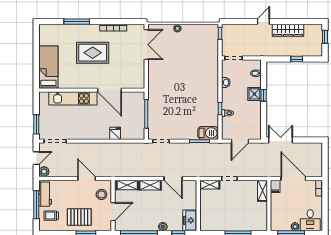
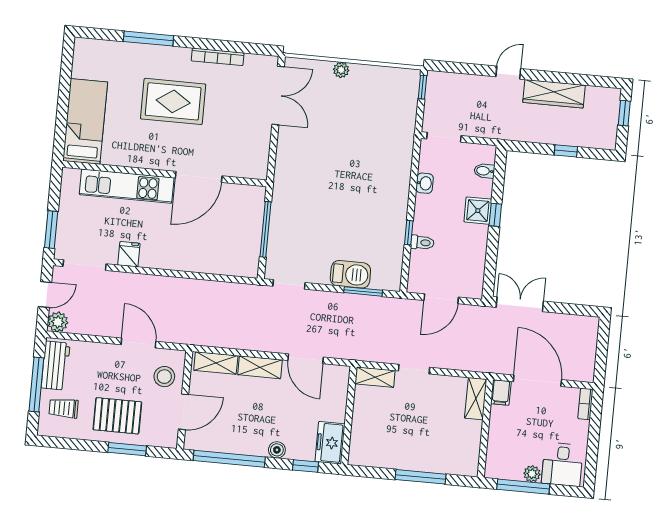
door: (109, 90) -> (199, 177), hinge flipped
fridge: (115, 133) -> (129, 254), moved
barbecue: (208, 133) -> (350, 274), moved

